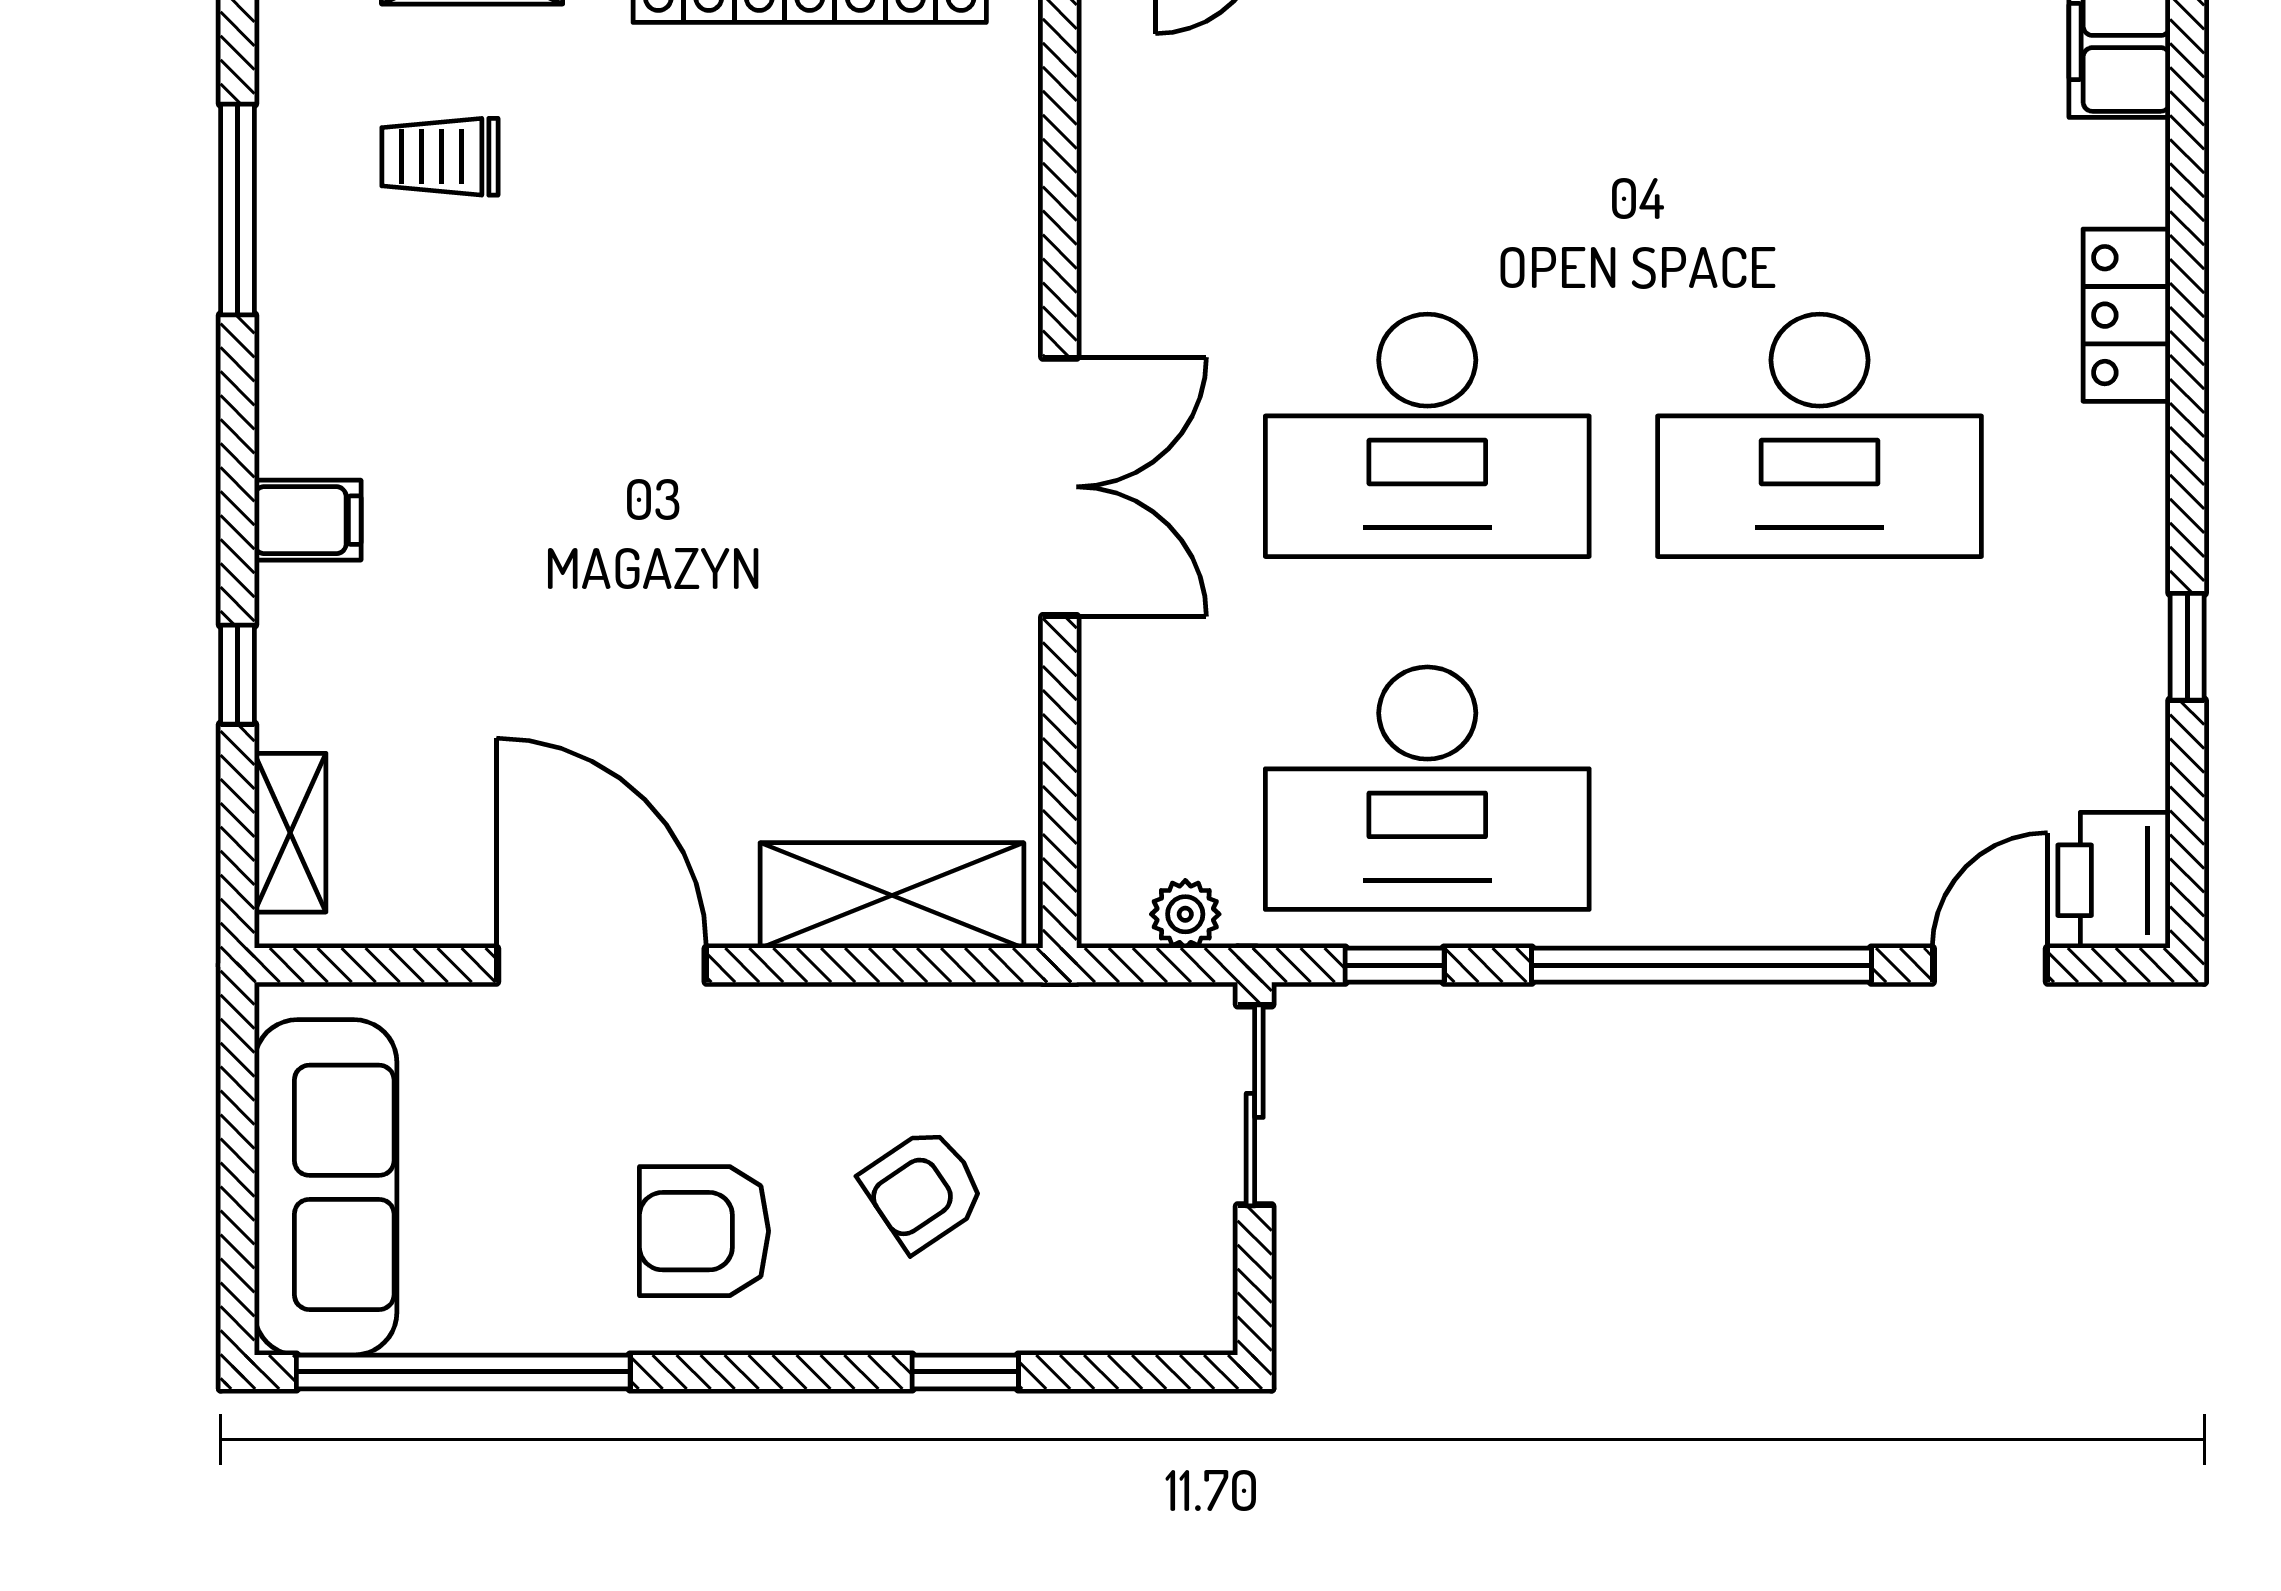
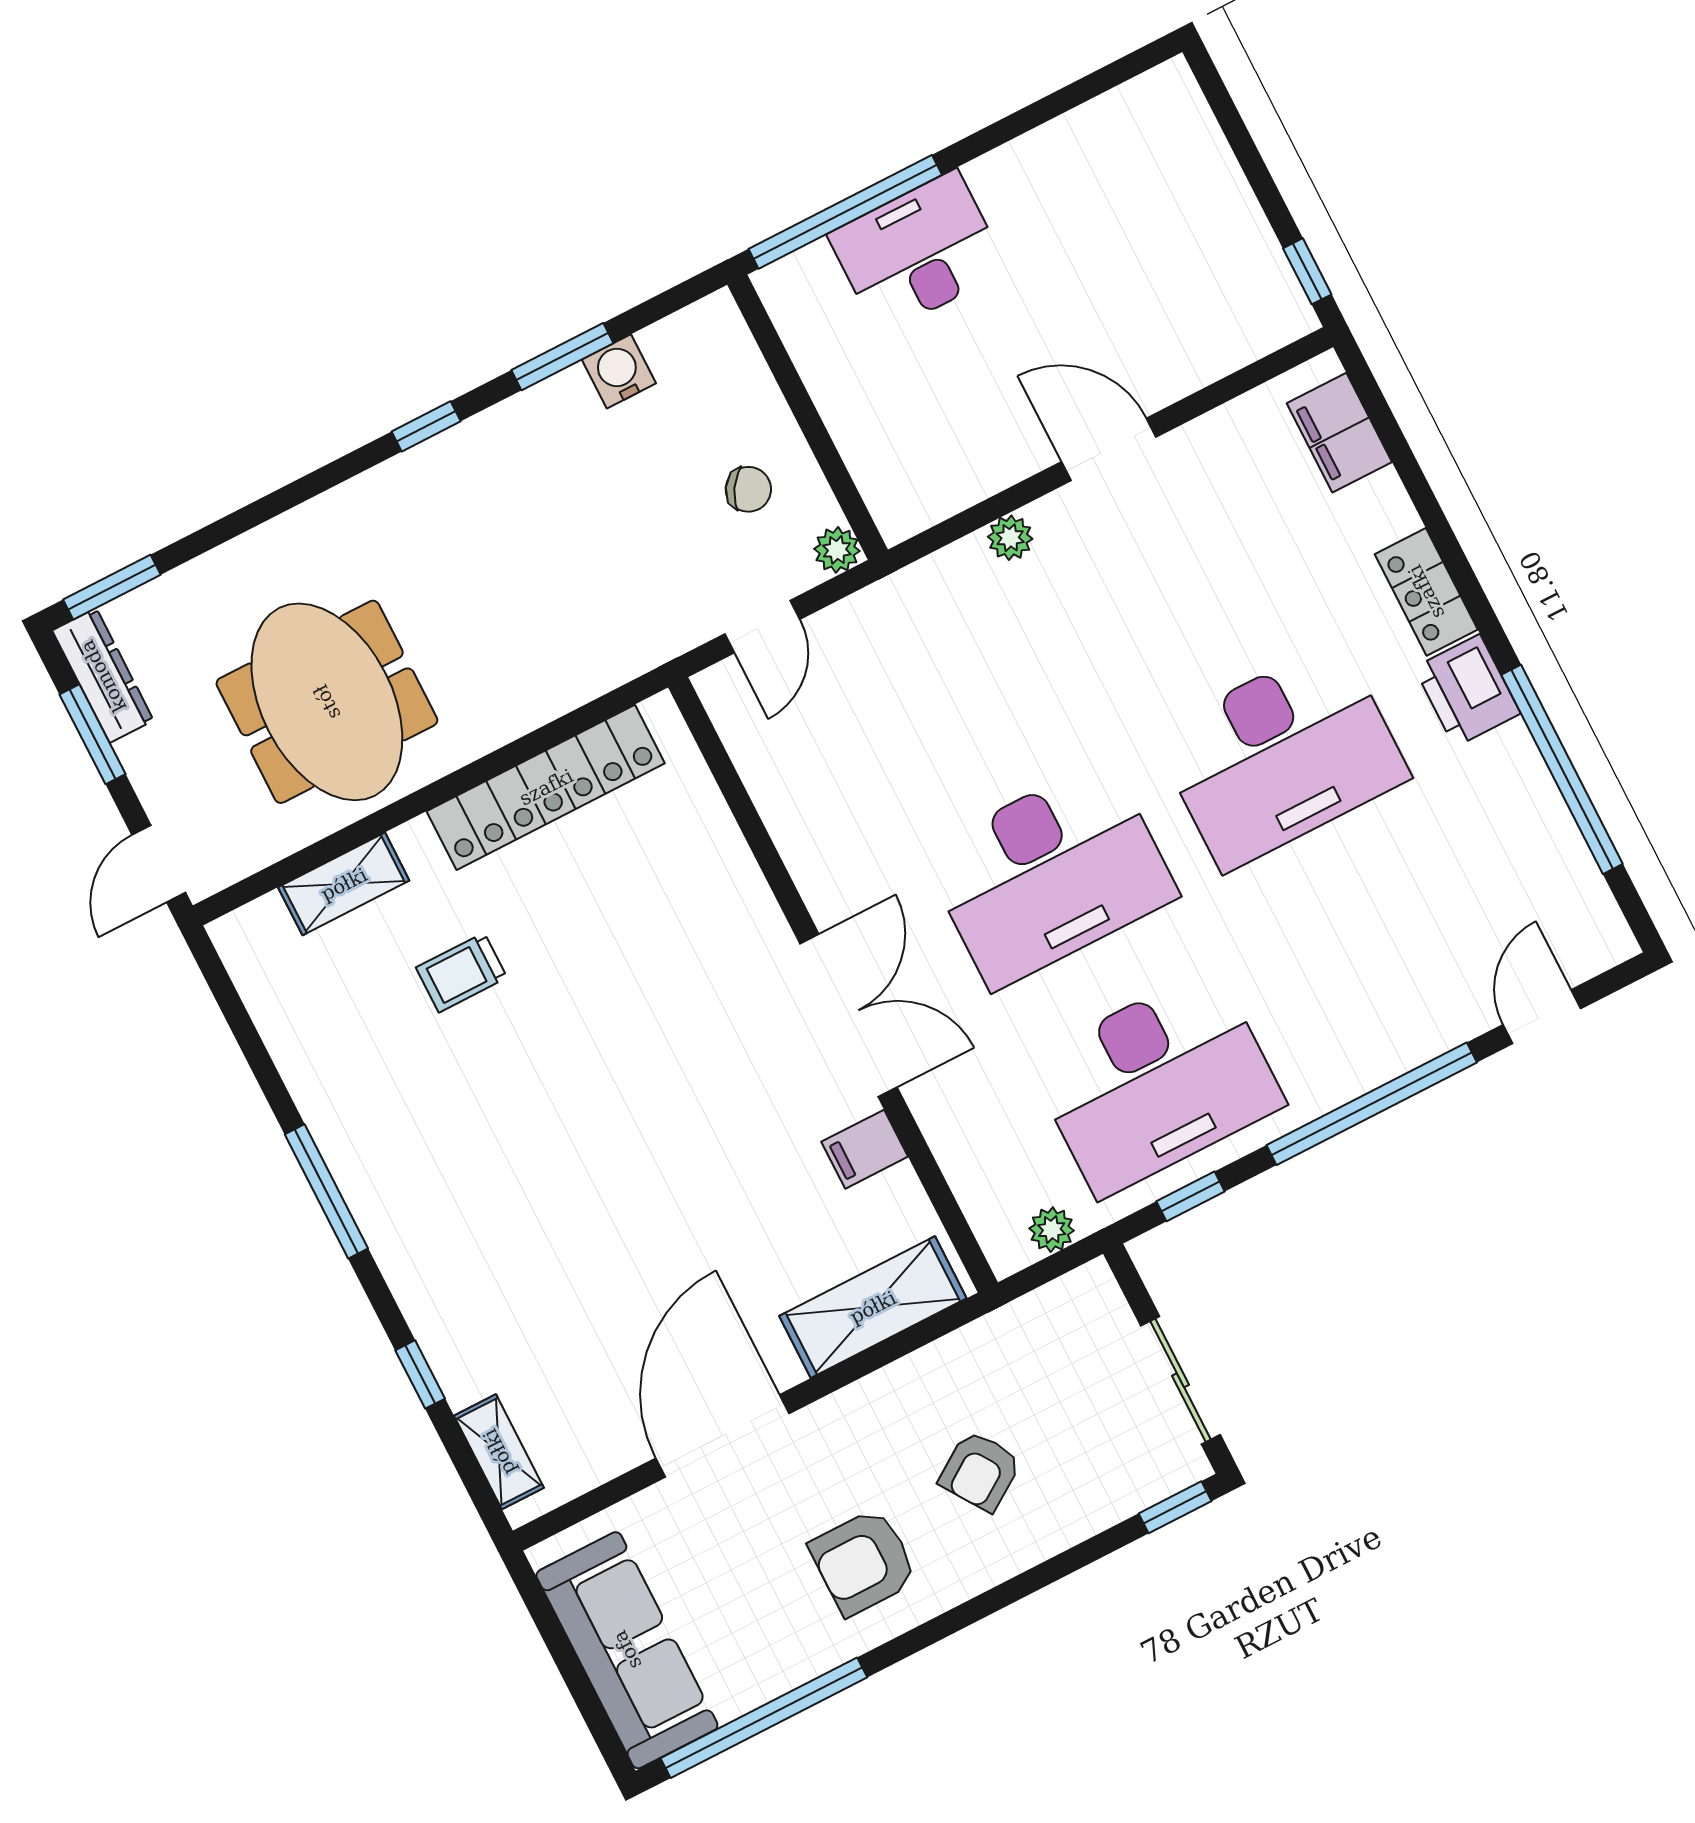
trolley: (440, 157) -> (461, 973), moved
window: (238, 210) -> (326, 1191), moved
filing cabinet: (308, 520) -> (865, 1149), moved, turned 180
window: (2187, 647) -> (1562, 769), width x3.17
printer: (2114, 880) -> (1467, 691), moved
door: (601, 965) -> (722, 1436), hinge flipped
sliding door: (1255, 1105) -> (1180, 1380), moved
window: (965, 1372) -> (1175, 1507), moved

